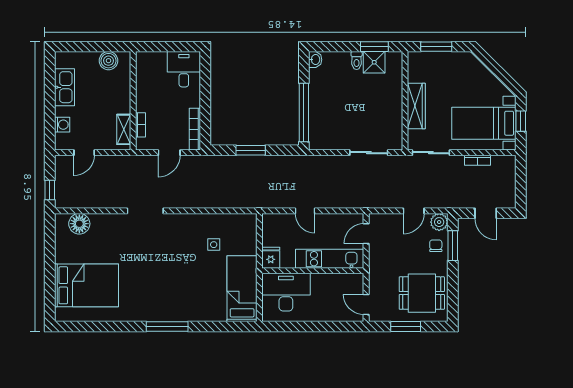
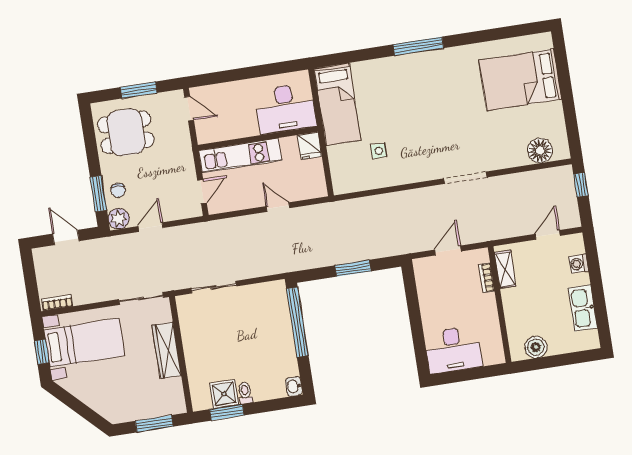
desk: (184, 69) -> (453, 350), width x1.37
bookcase: (195, 129) -> (422, 283), removed
bookcase: (477, 160) -> (57, 303), moved

